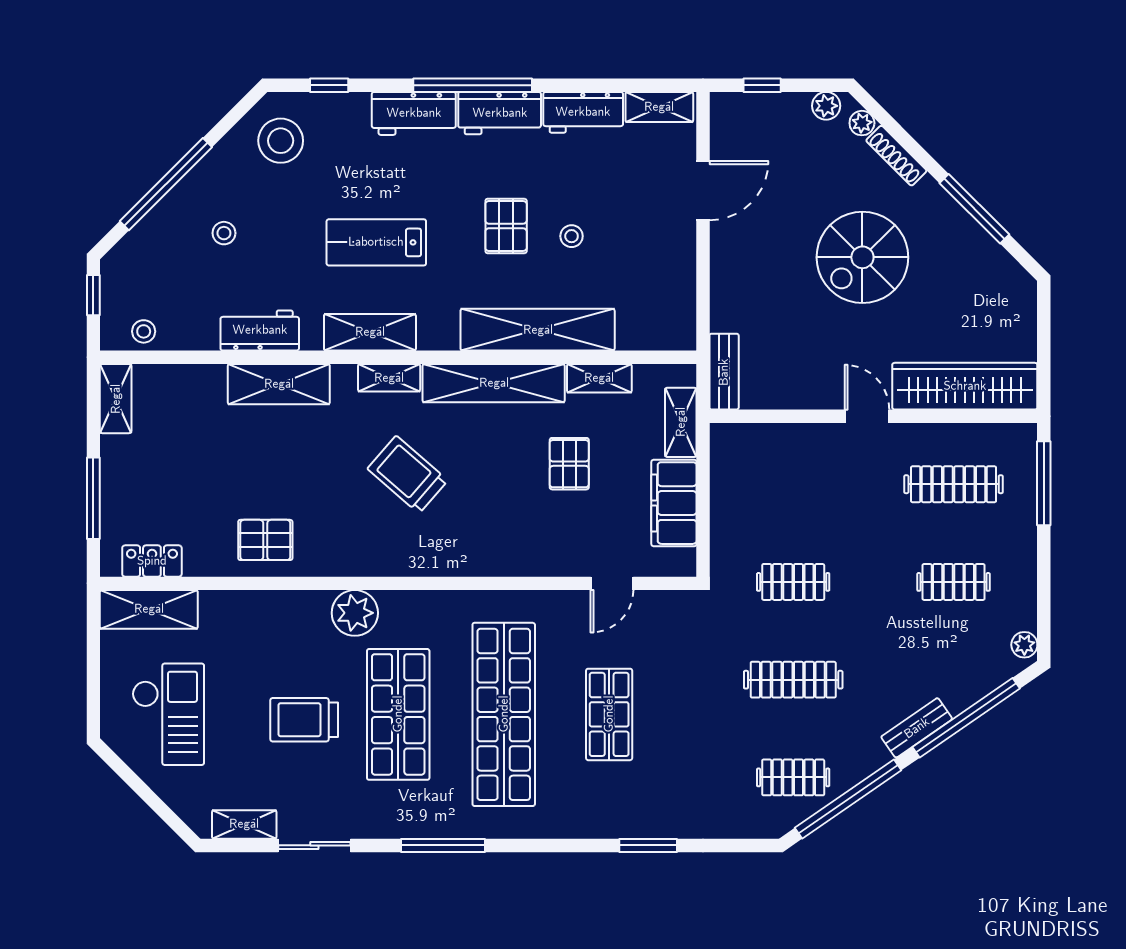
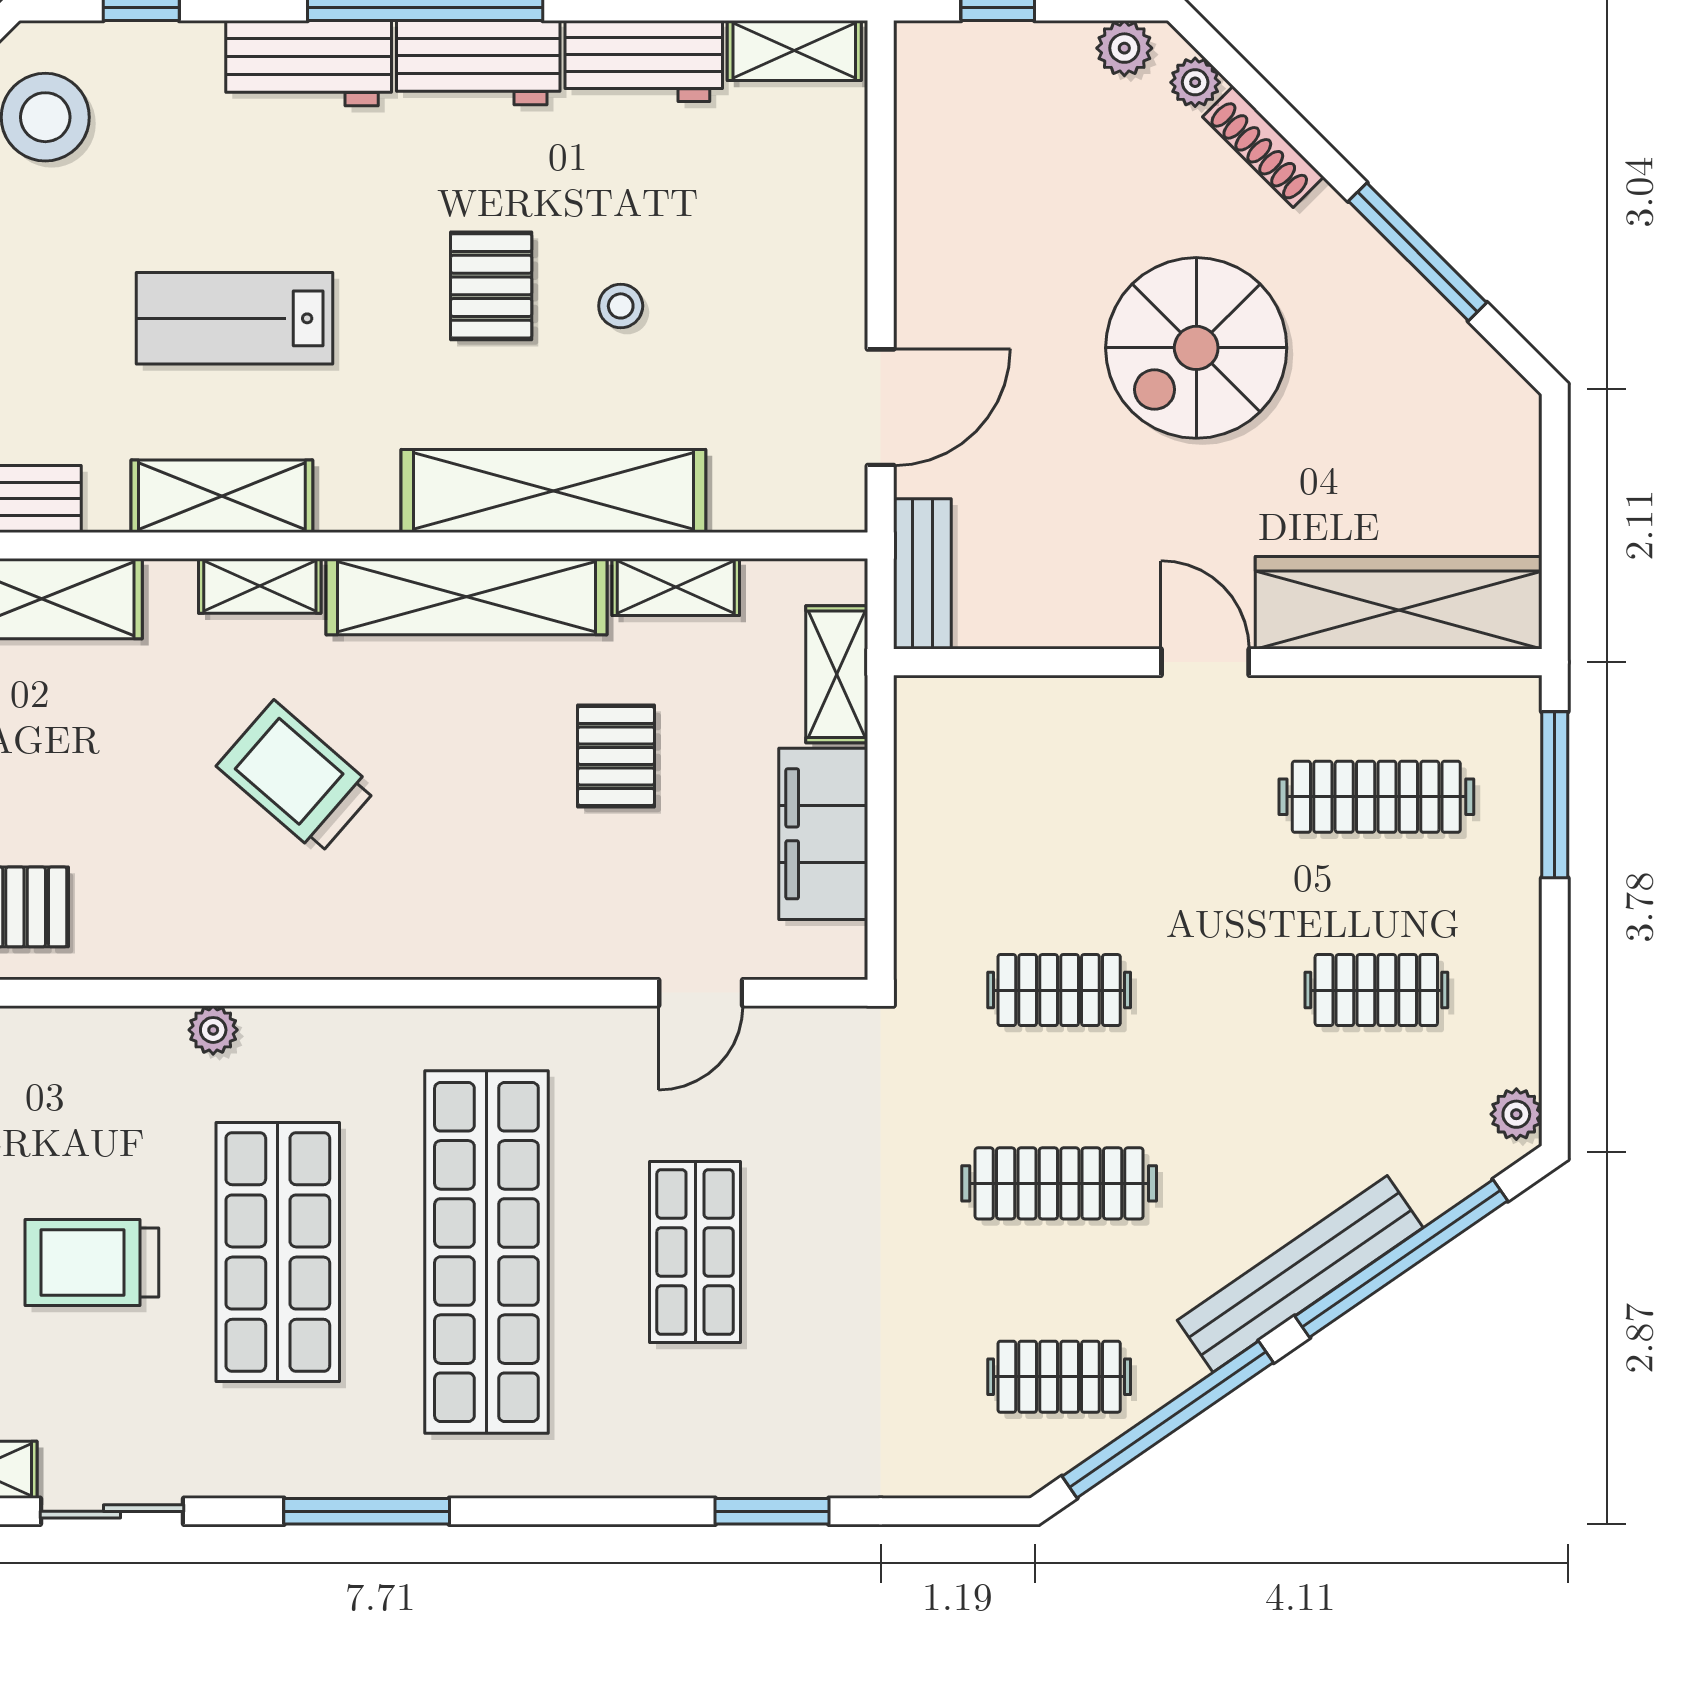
door: (703, 191) -> (881, 407), moved
plant: (355, 613) -> (213, 1030), width x0.53, depth x0.53
bench: (917, 728) -> (1300, 1274), width x1.86, depth x1.21

